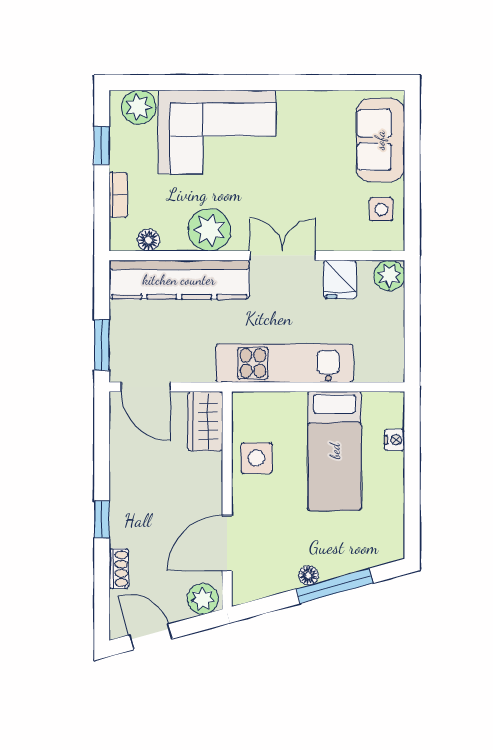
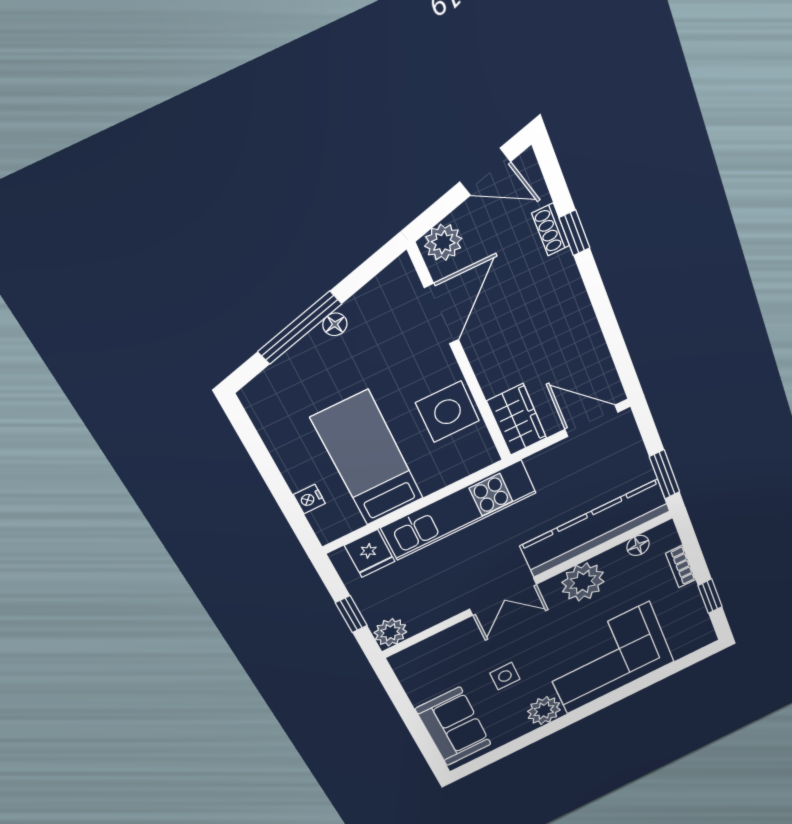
plant: (139, 107) -> (544, 711), moved
side table: (381, 209) -> (505, 676), moved
fridge: (340, 279) -> (370, 553), moved, turned 180
window: (412, 313) -> (351, 614), added
window: (102, 345) -> (665, 474), moved
side table: (257, 458) -> (448, 412), width x1.37, depth x1.37
window: (102, 519) -> (575, 233), moved

